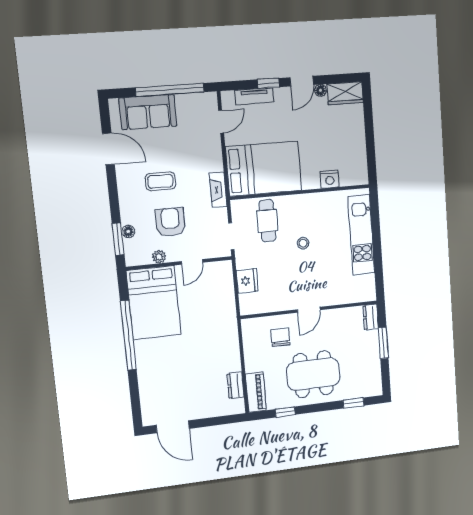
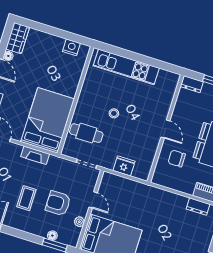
nightstand: (330, 179) -> (71, 47), moved, turned -90
fireplace: (218, 190) -> (35, 155), moved

